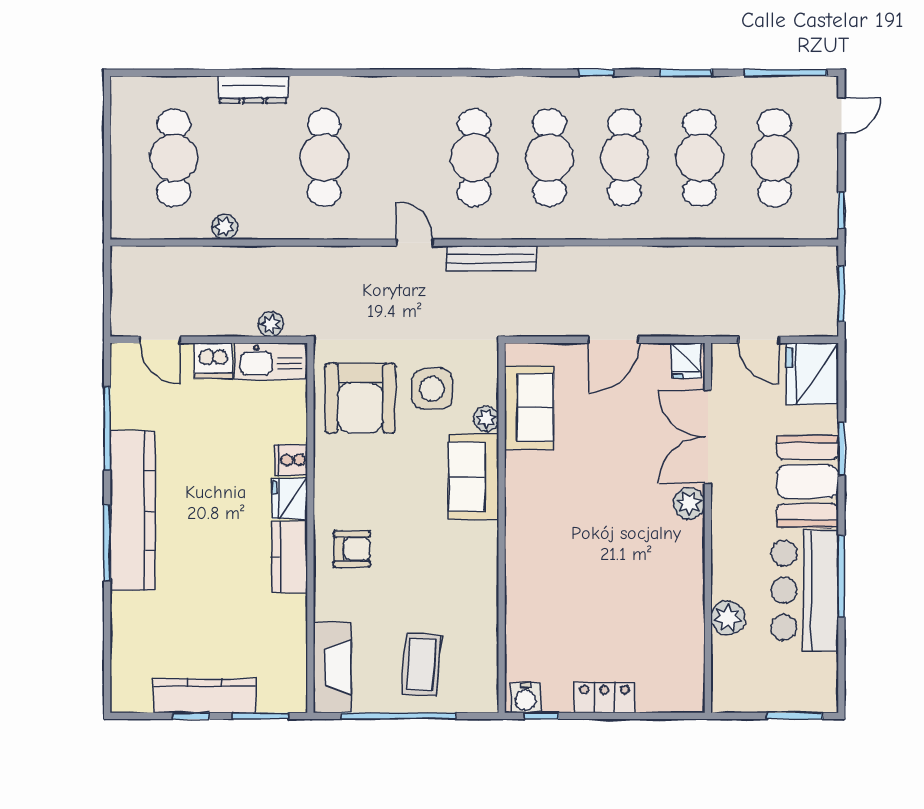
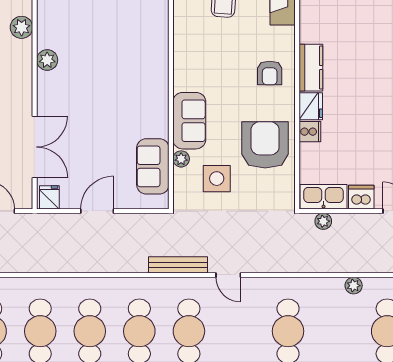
armchair: (360, 398) -> (265, 145), moved
plant: (689, 503) -> (47, 60), moved
armchair: (352, 549) -> (270, 73), turned -90

